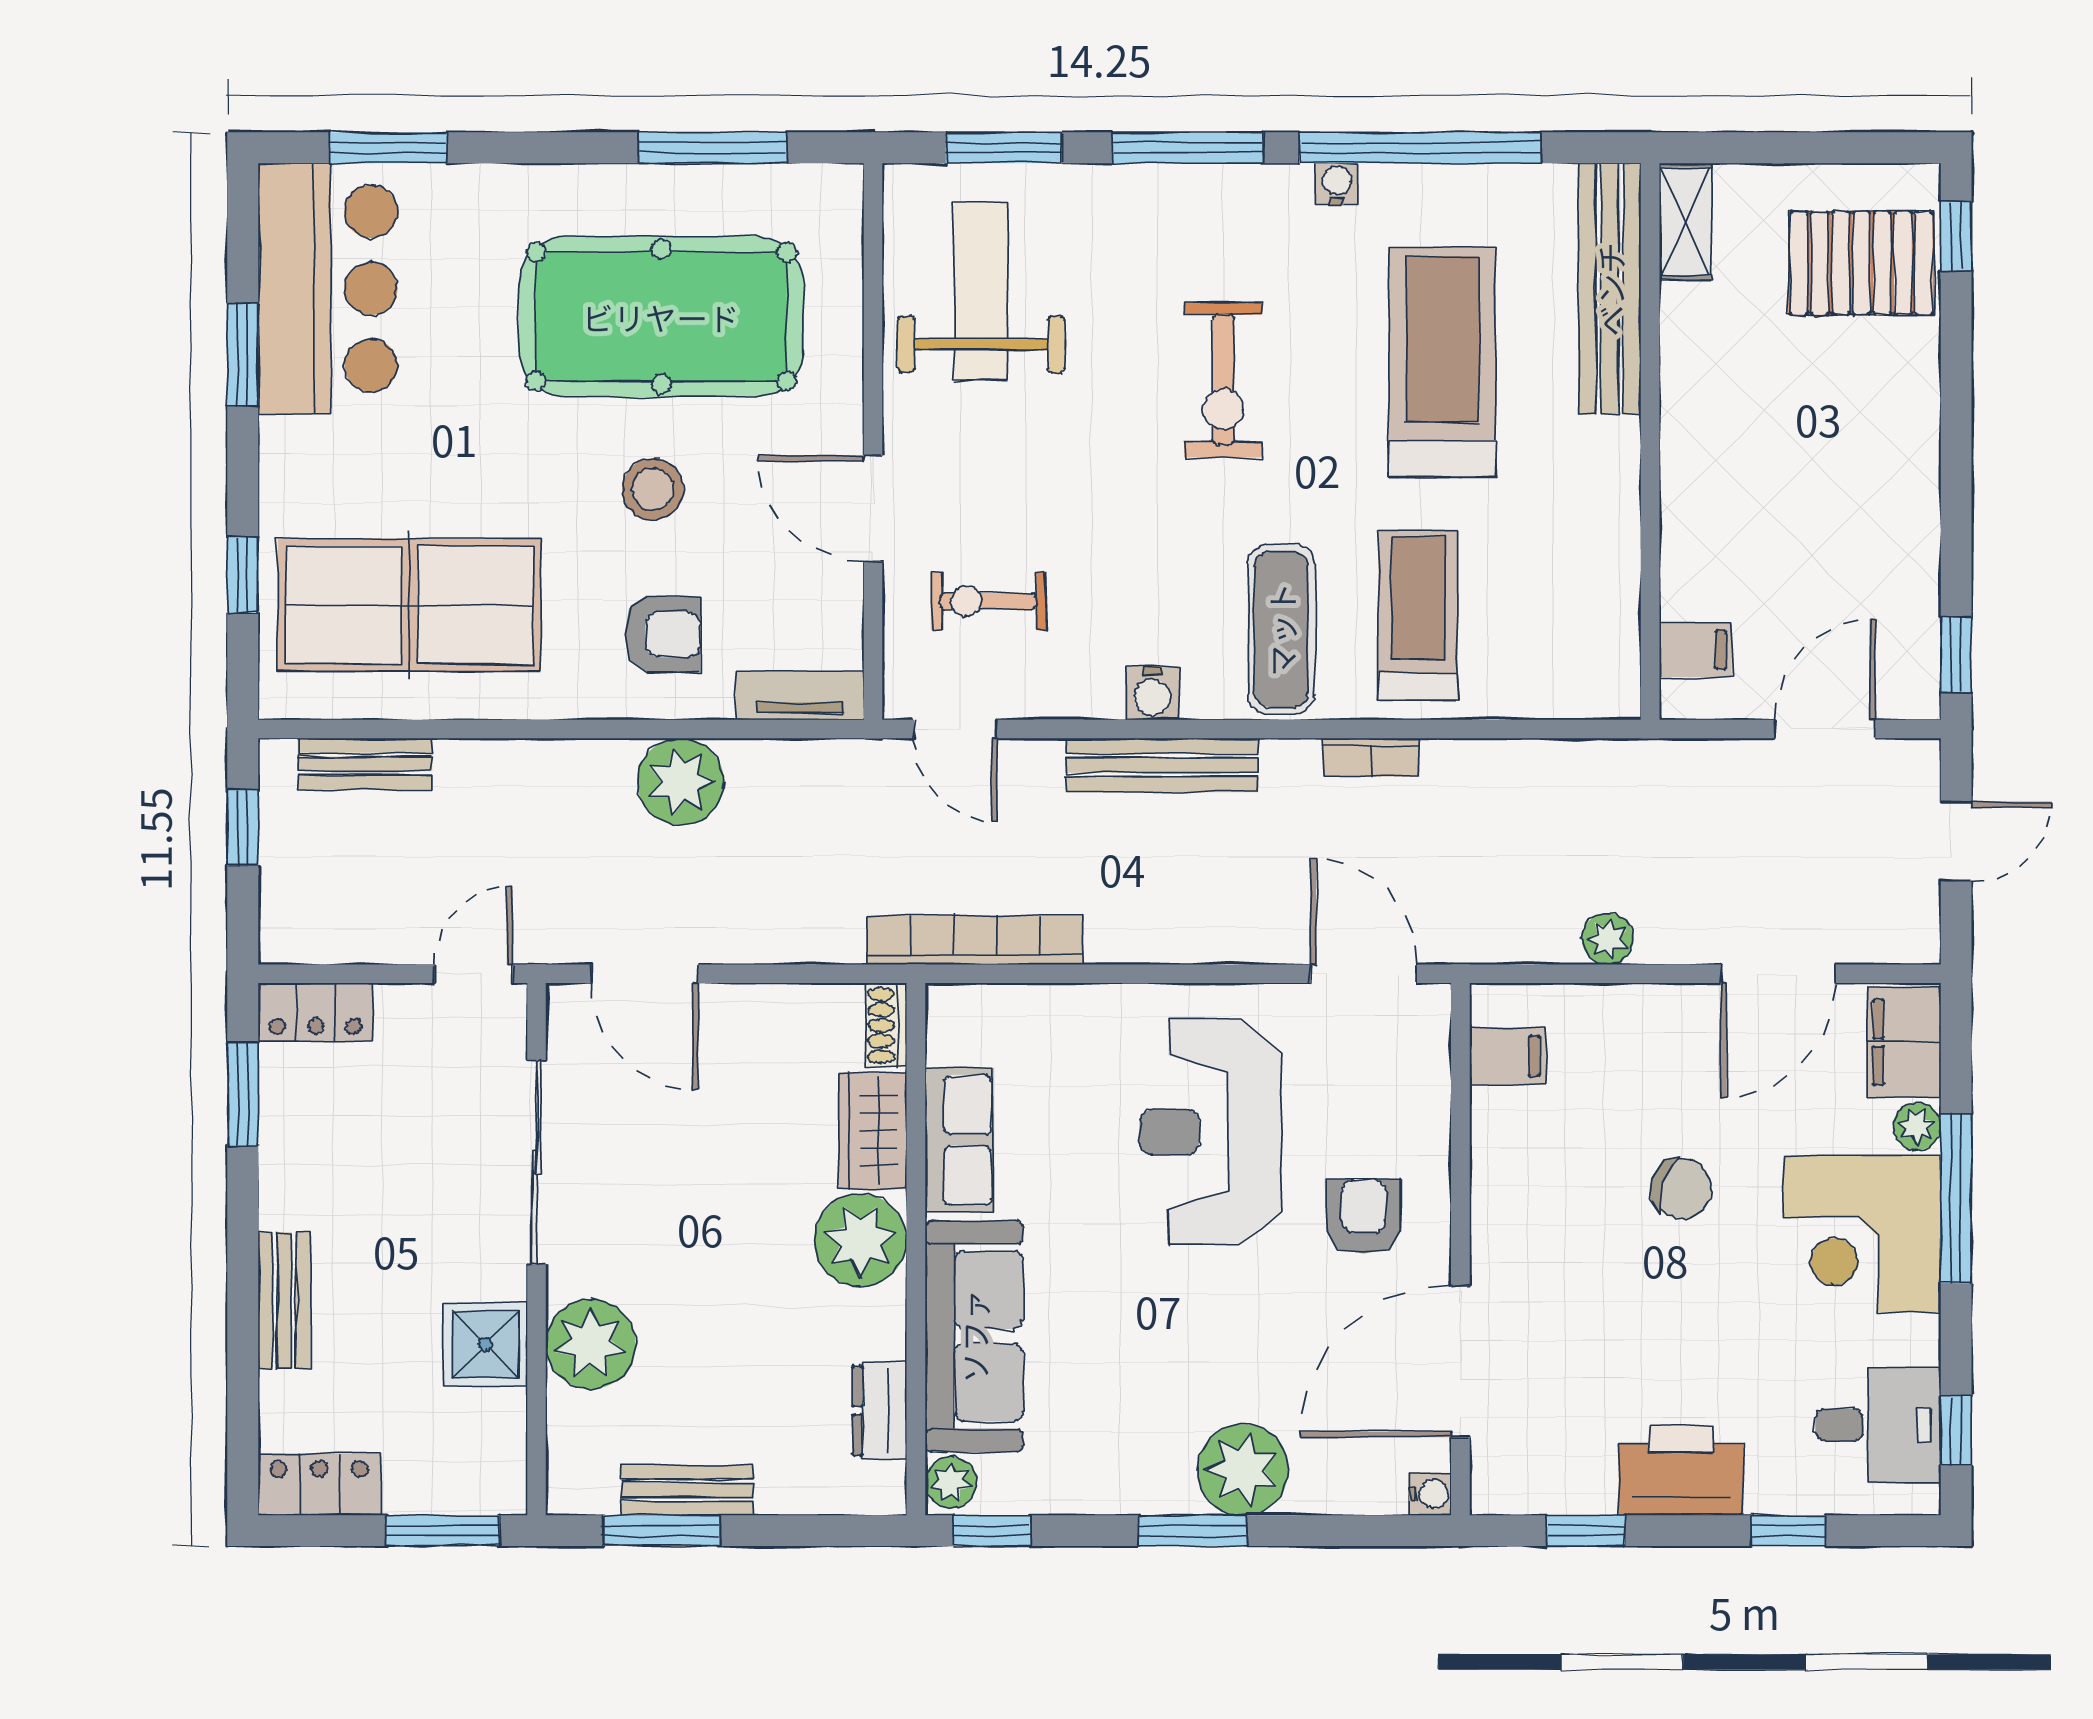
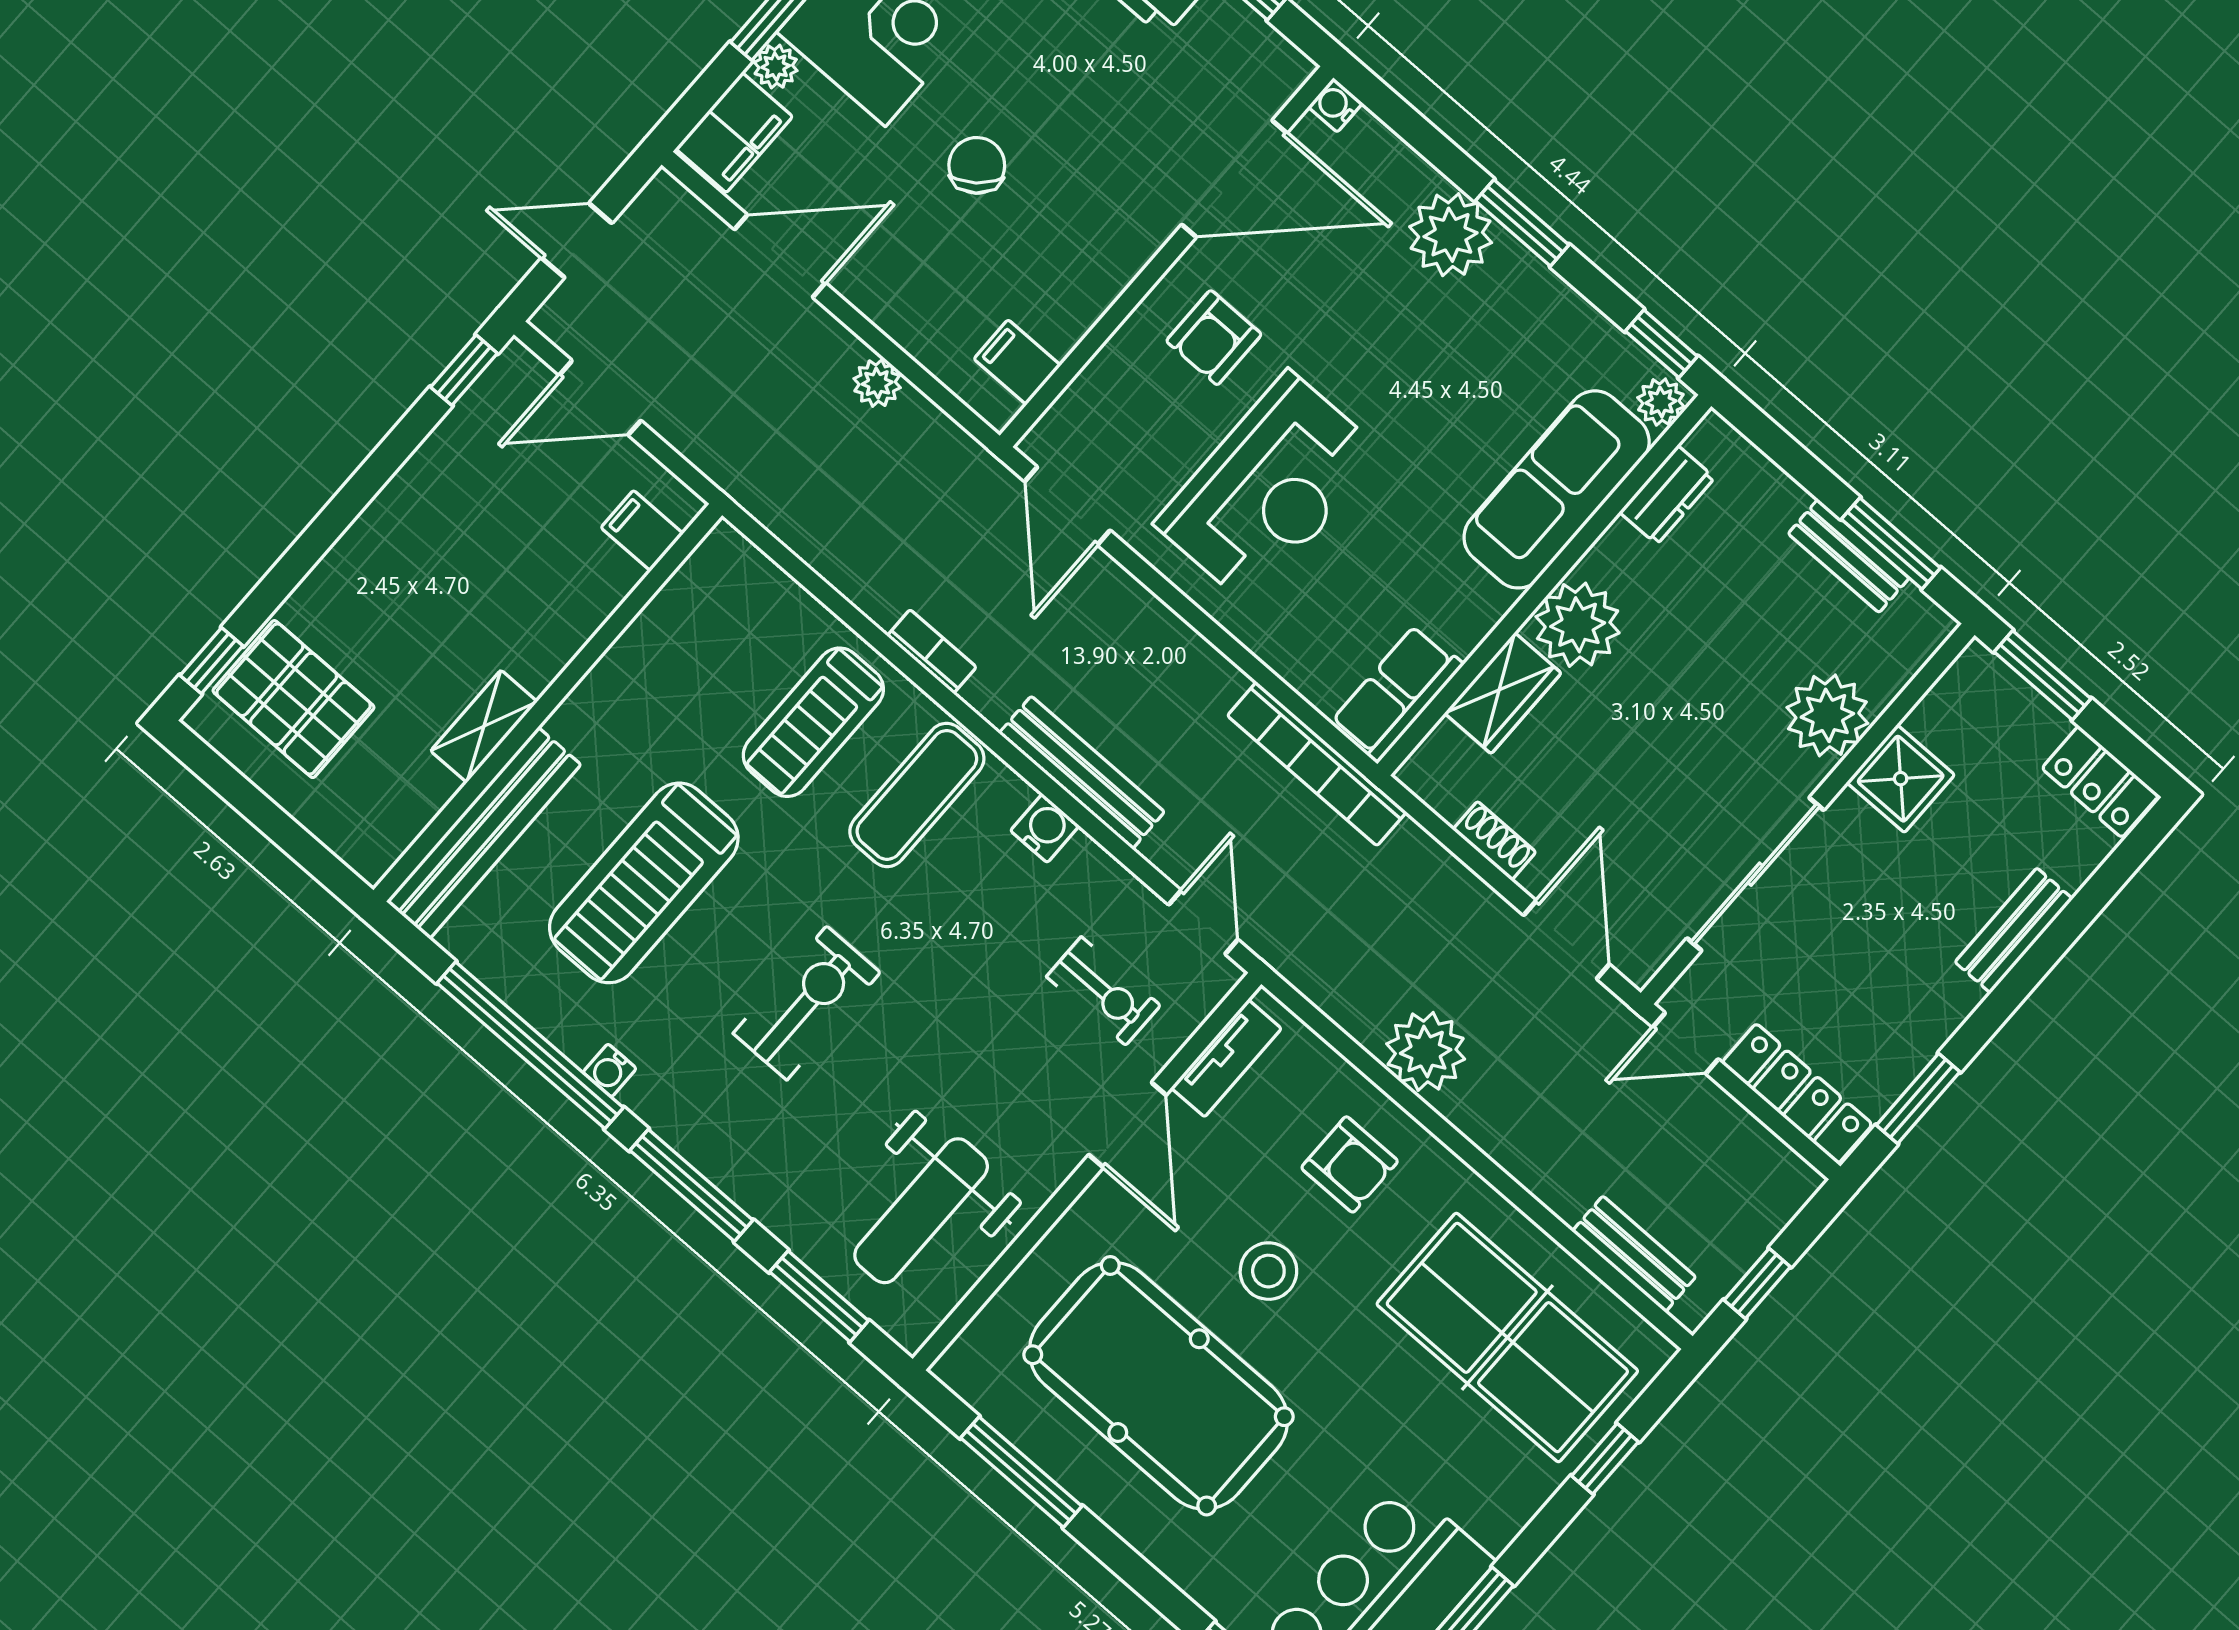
shelving: (1686, 221) -> (484, 726), moved
armchair: (662, 635) -> (1350, 1164), turned 180
tv unit: (800, 695) -> (1226, 1058), moved, turned -90
locker: (315, 1012) -> (1797, 1094), width x1.53
shoe rack: (886, 1025) -> (1494, 841), moved, turned -90
row of seats: (960, 1140) -> (1397, 693), moved
chair: (1681, 1189) -> (977, 165), turned 33

